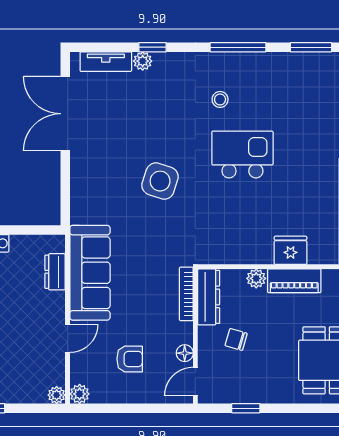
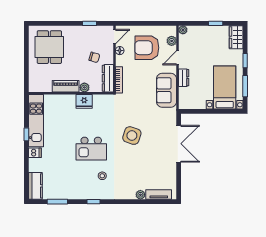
window: (153, 47) -> (136, 202), removed
window: (238, 47) -> (93, 202), width x0.46
double door: (65, 114) -> (179, 144), moved
fridge: (291, 250) -> (84, 101), moved
dresser: (55, 272) -> (184, 78), moved
sofa: (90, 273) -> (166, 90), width x0.73
armchair: (130, 359) -> (147, 48), width x1.88, depth x1.88
plant: (80, 394) -> (172, 41), moved

